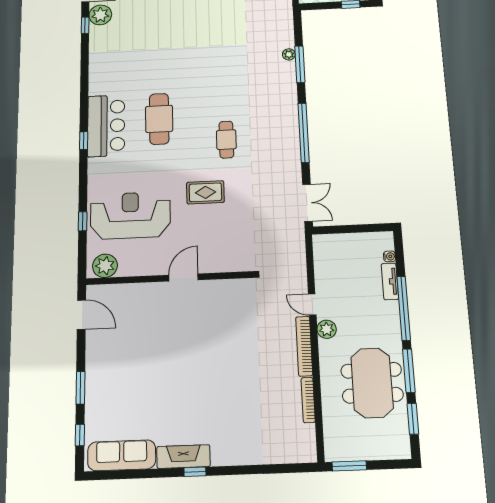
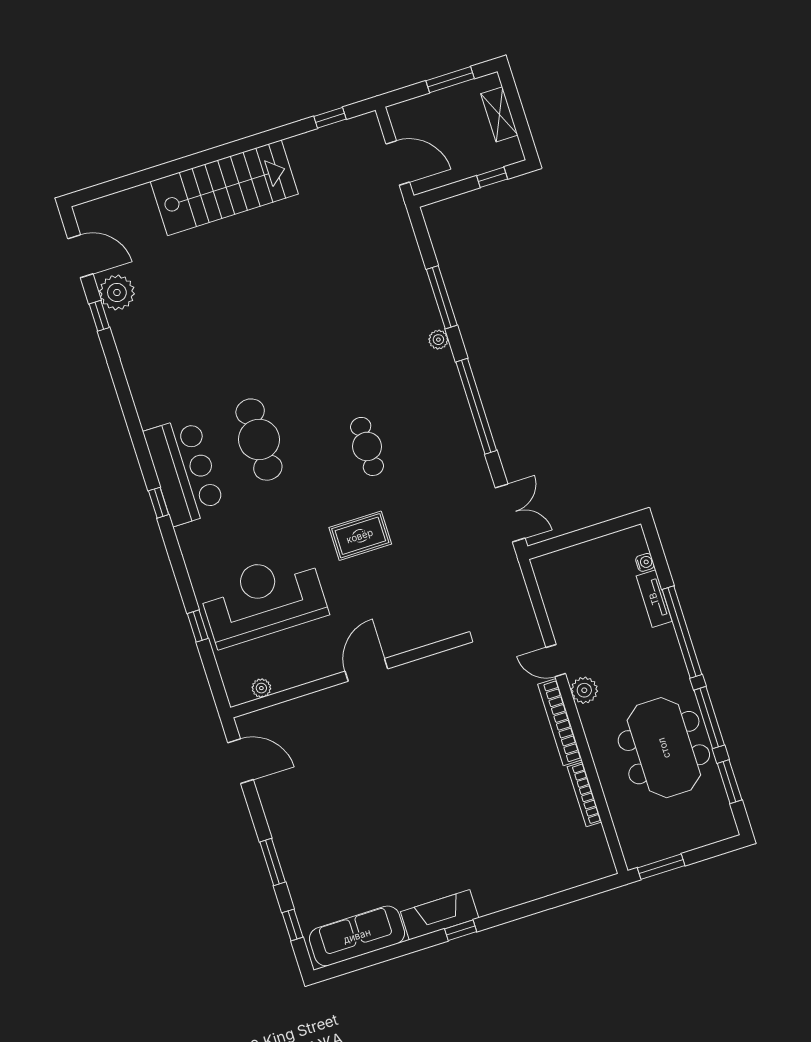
plant: (289, 54) -> (438, 340), moved
plant: (105, 266) -> (261, 688), width x0.53, depth x0.53

